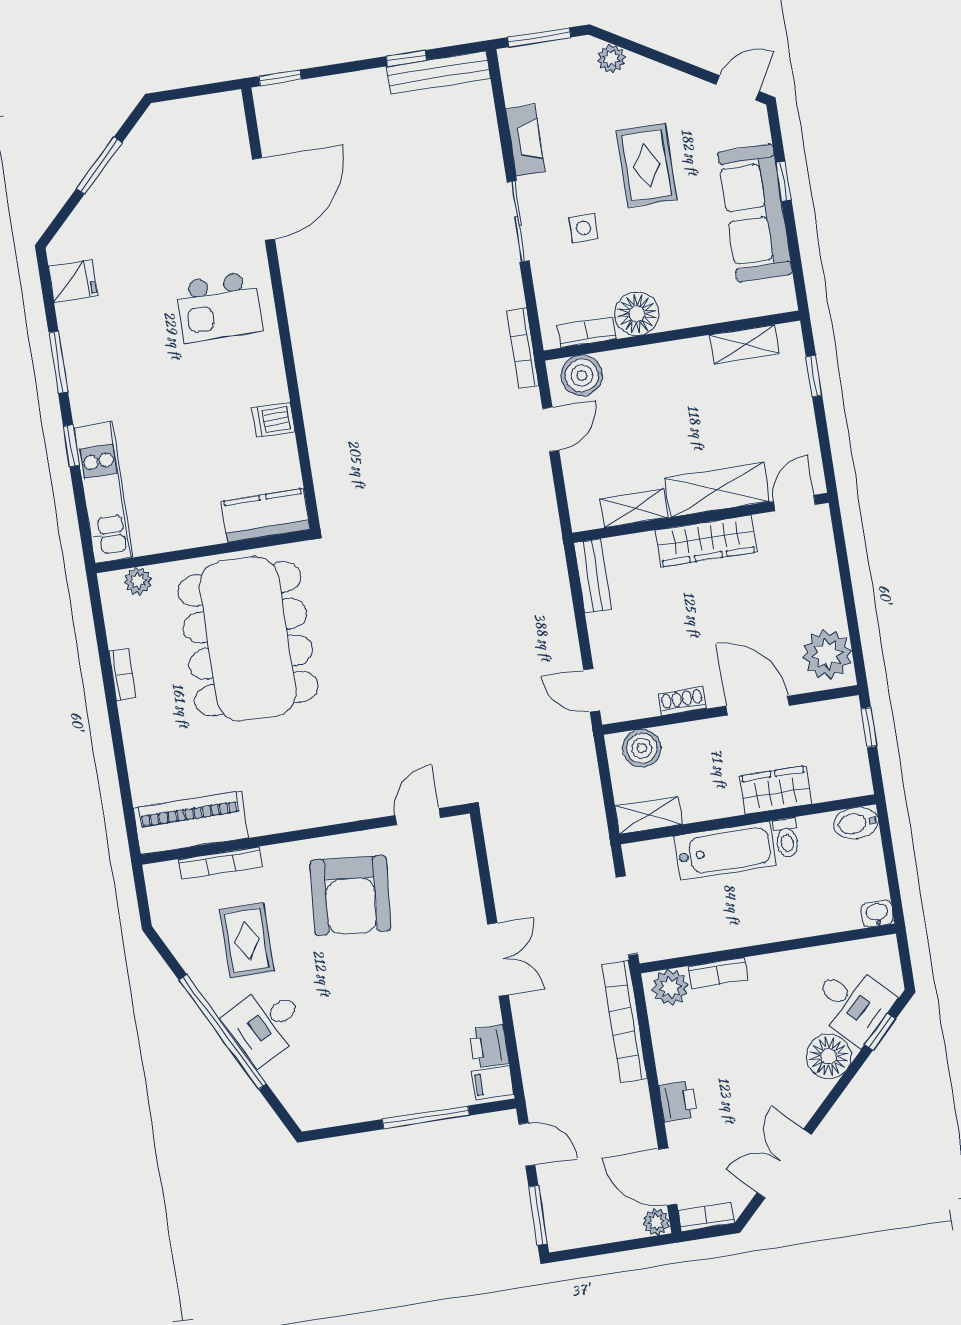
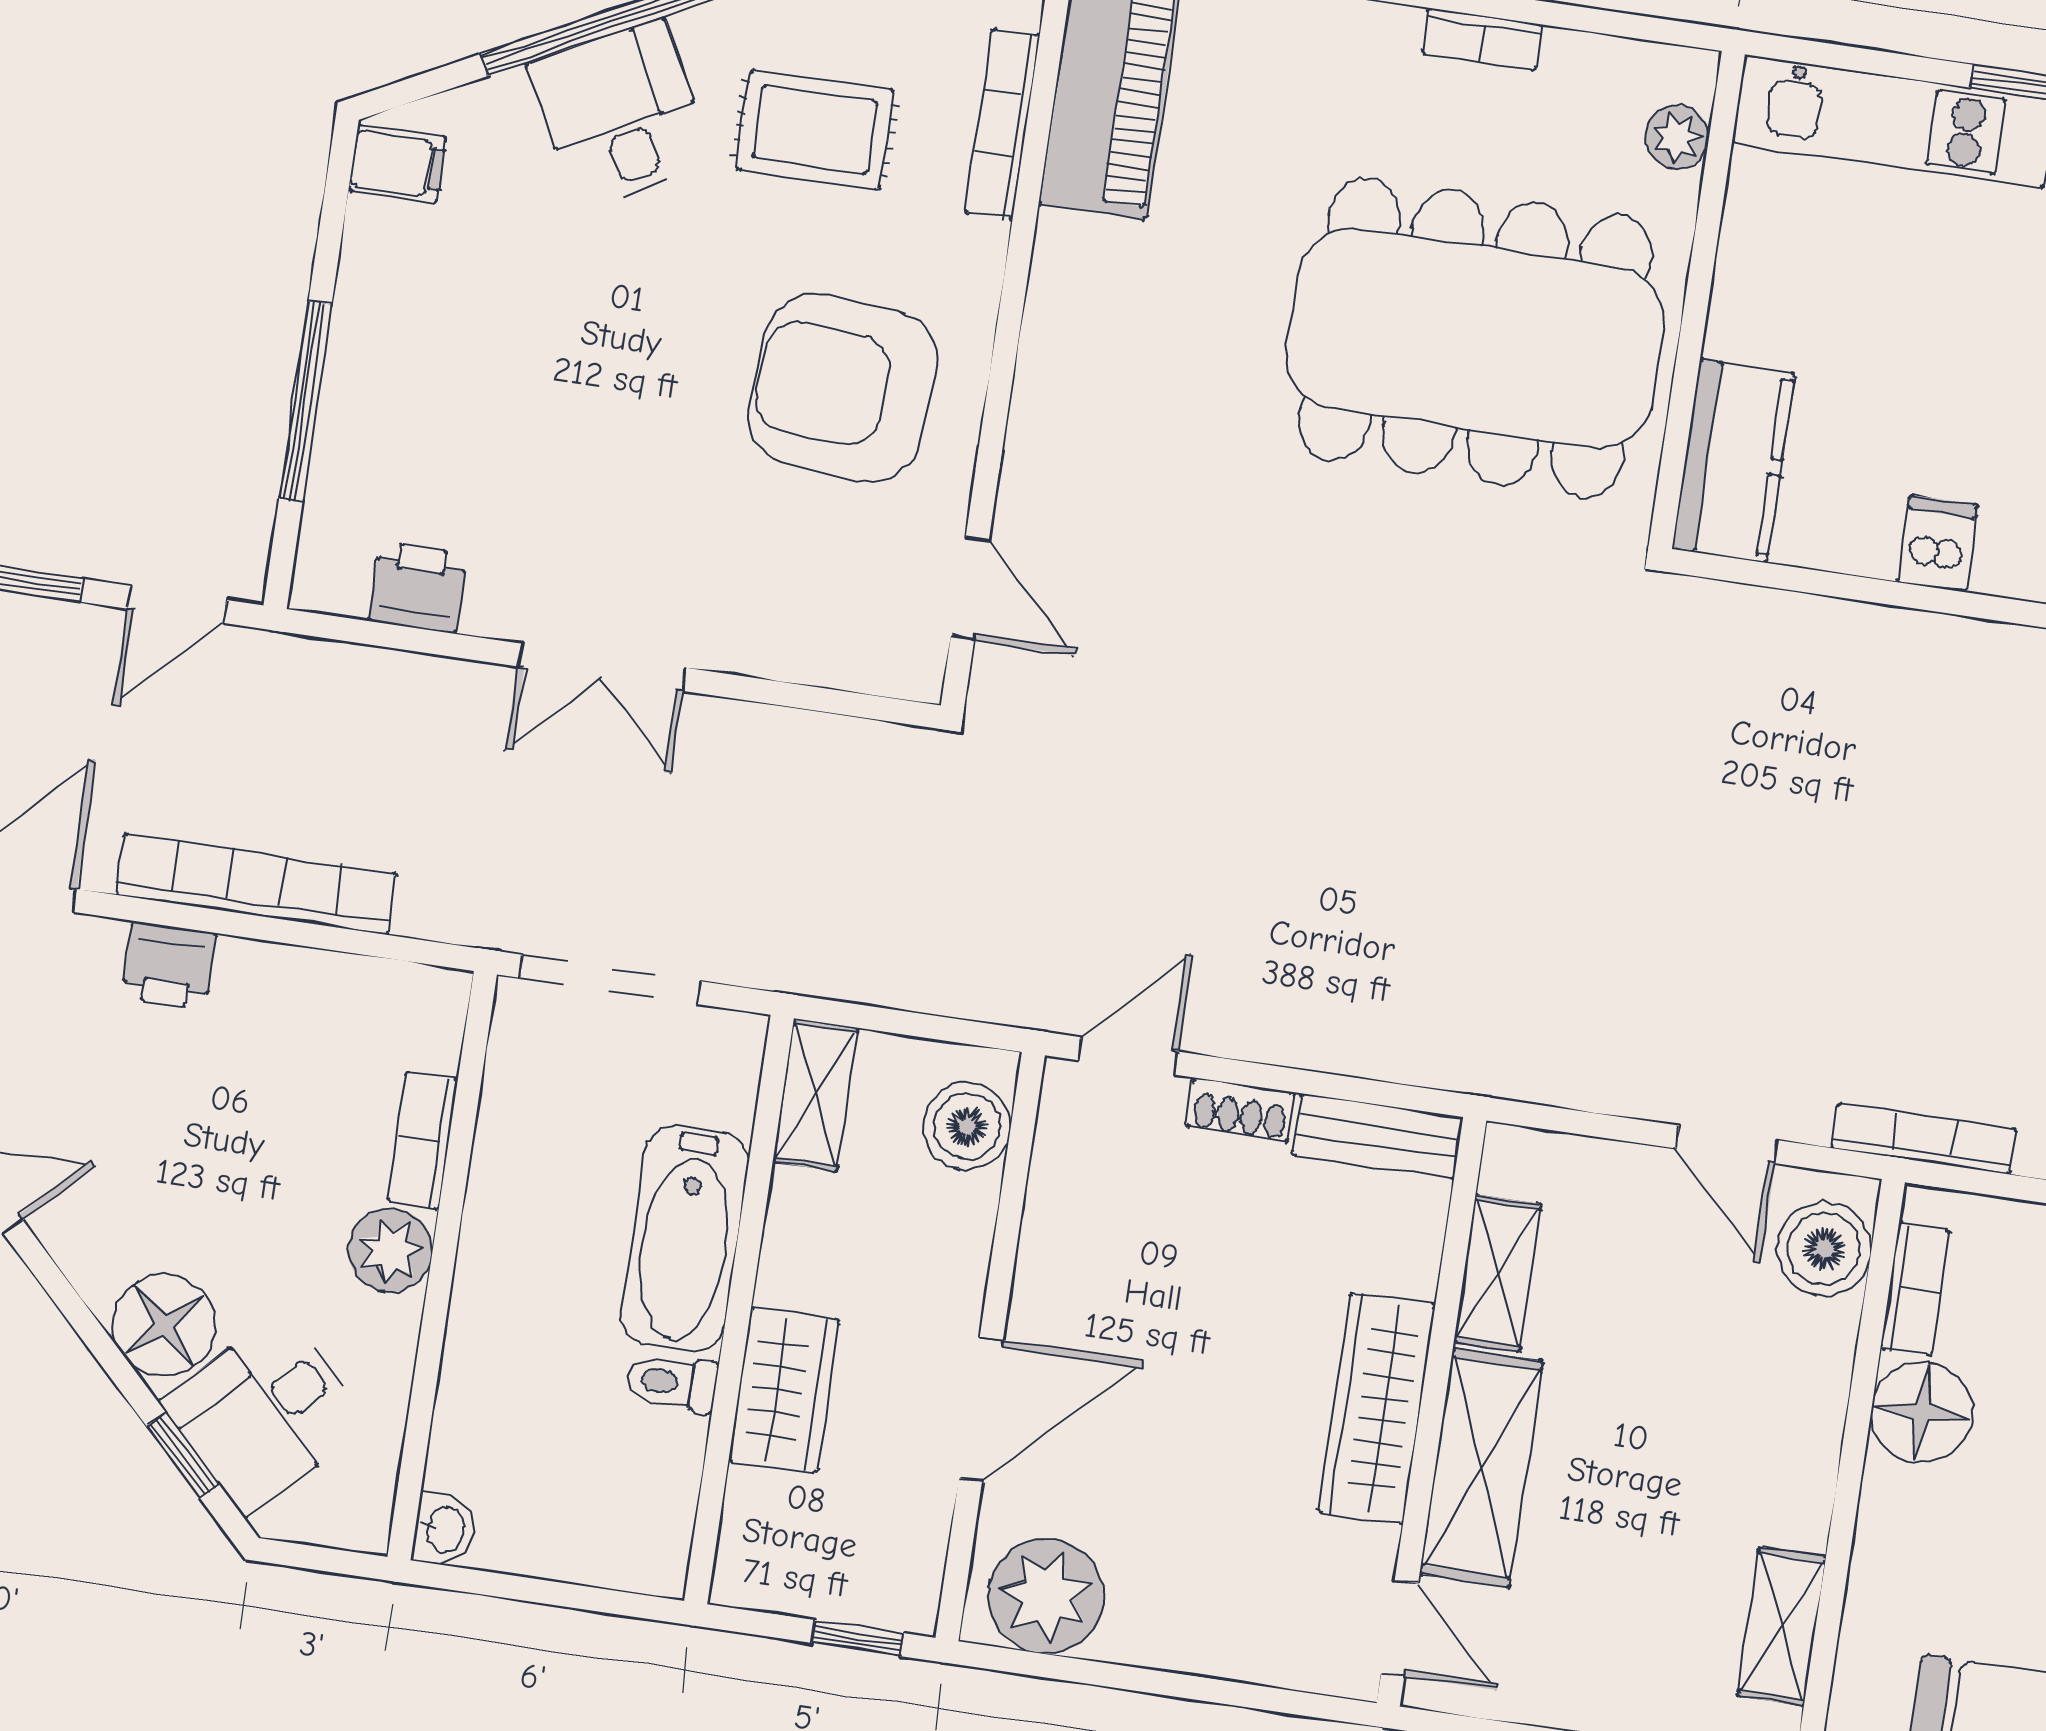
shoe rack: (682, 701) -> (1241, 1109), moved, turned 90
bidet: (856, 823) -> (656, 1544), removed
plant: (670, 987) -> (390, 1250), moved
bookcase: (625, 1021) -> (256, 884), moved
filing cabinet: (493, 1083) -> (397, 164), moved, turned 90

